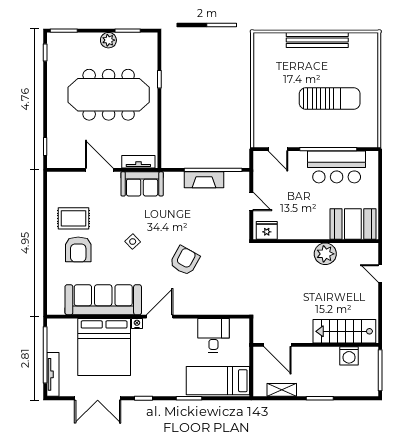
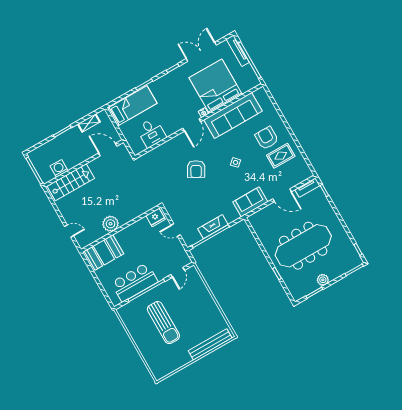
bench: (317, 40) -> (210, 344), moved
sun lounger: (330, 99) -> (163, 323), turned -90
door: (278, 149) -> (178, 272), swing flipped
tv unit: (138, 162) -> (307, 188), moved

